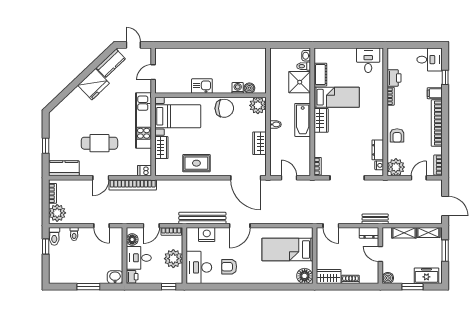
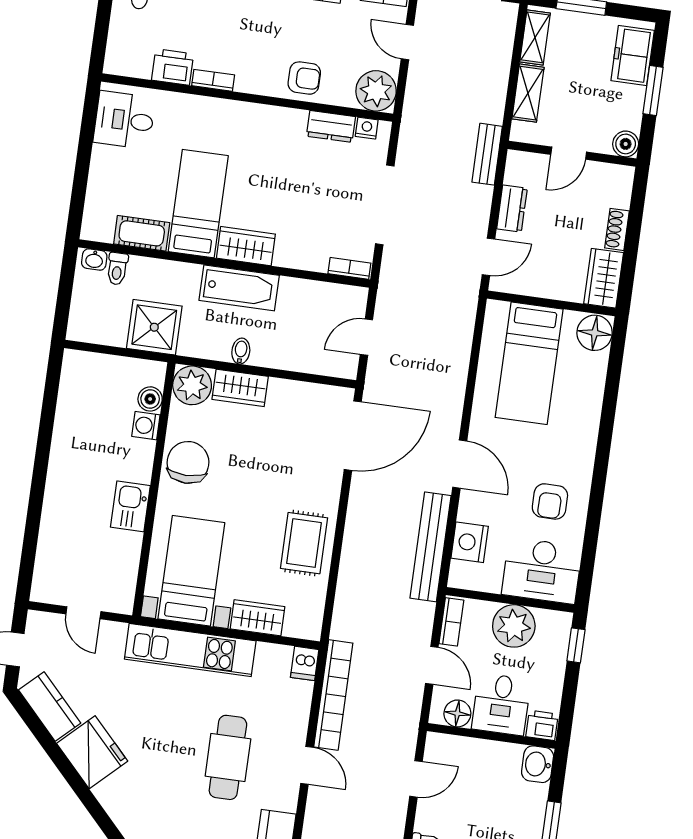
shower: (300, 82) -> (154, 327), moved
wardrobe: (260, 143) -> (240, 388), moved
dresser: (369, 233) -> (512, 208), moved

